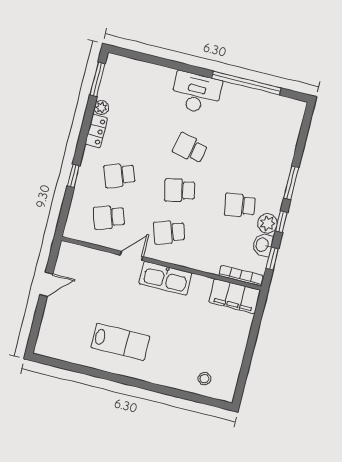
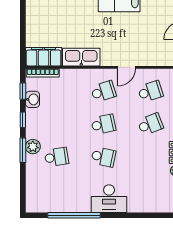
school desk: (240, 205) -> (56, 157), moved
plant: (267, 223) -> (33, 147), moved
kitchen sink: (165, 278) -> (81, 57), moved

